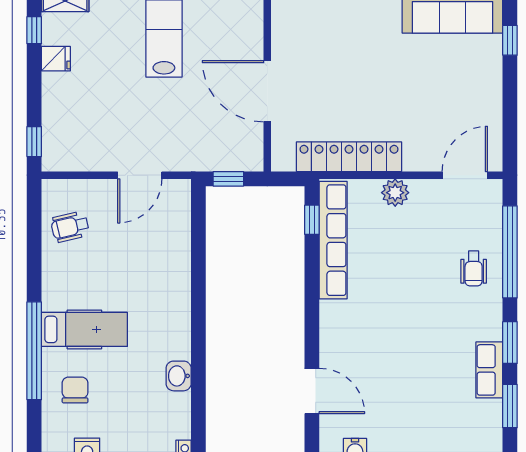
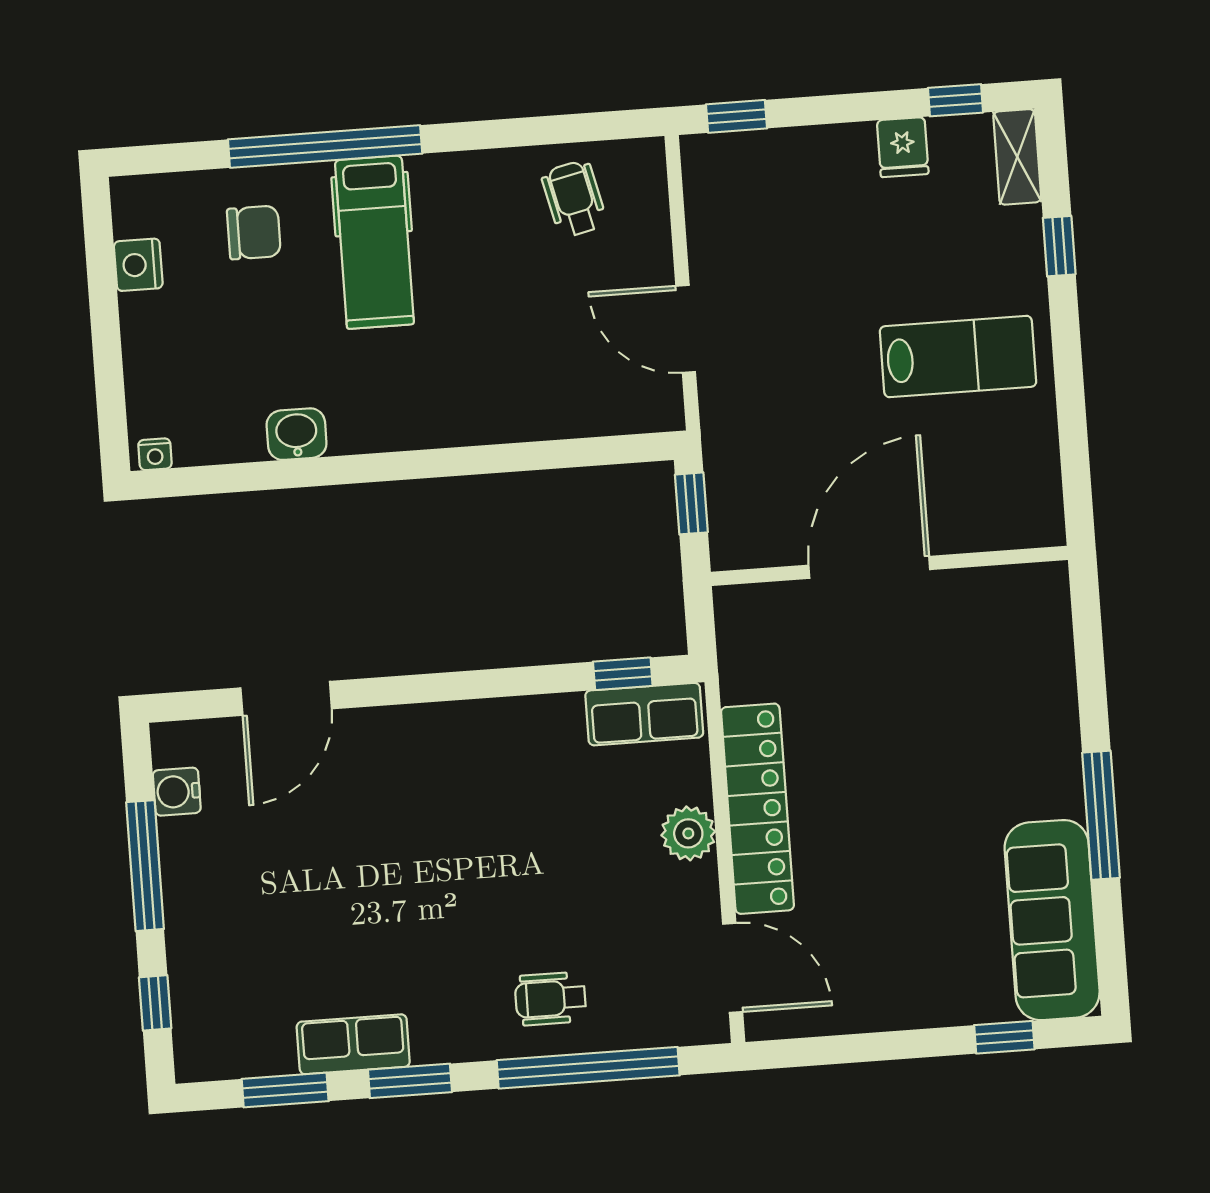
locker: (349, 157) -> (757, 809), moved
row of seats: (333, 240) -> (644, 714), width x0.50

